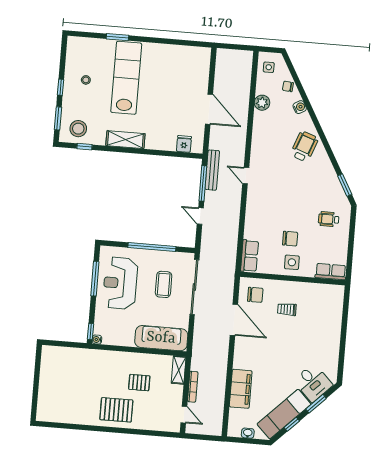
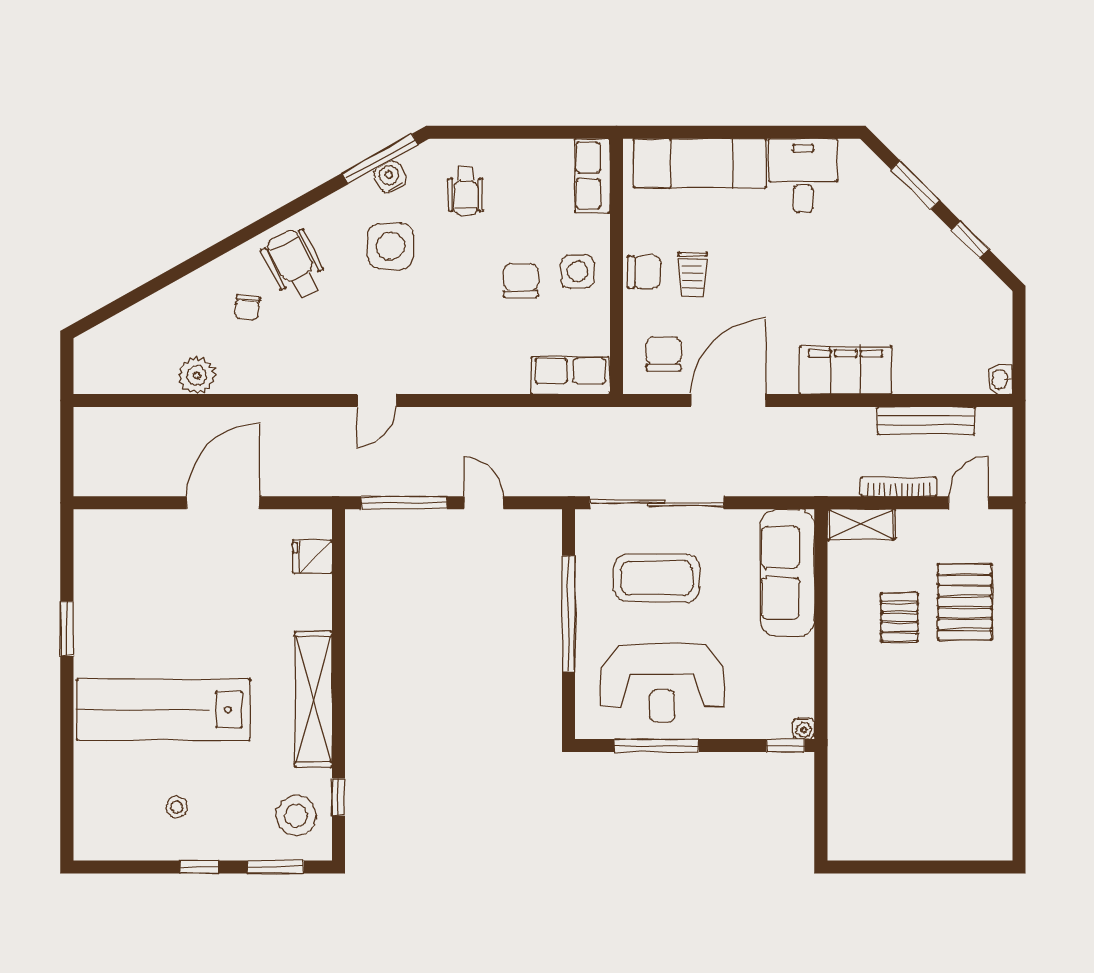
window: (117, 37) -> (67, 629), moved
side table: (269, 67) -> (390, 246), moved, width x1.87, depth x1.87
chair: (288, 86) -> (247, 307), moved
water cooler: (300, 107) -> (390, 177), moved
shelving: (125, 140) -> (314, 699), width x1.47
wheelchair: (304, 146) -> (294, 264), turned 43
bench: (212, 170) -> (926, 421), moved
window: (345, 185) -> (380, 159), width x1.44
door: (200, 216) -> (484, 503), swing flipped
coffee table: (164, 284) -> (657, 578), width x1.36, depth x1.32
chair: (289, 290) -> (644, 272), added
desk: (313, 383) -> (803, 176), moved, turned -45
filing cabinet: (241, 389) -> (846, 370), moved
pallet: (116, 410) -> (965, 602), moved
exam couch: (284, 414) -> (700, 163), moved, turned -45
washbasin: (248, 433) -> (1000, 379), moved

